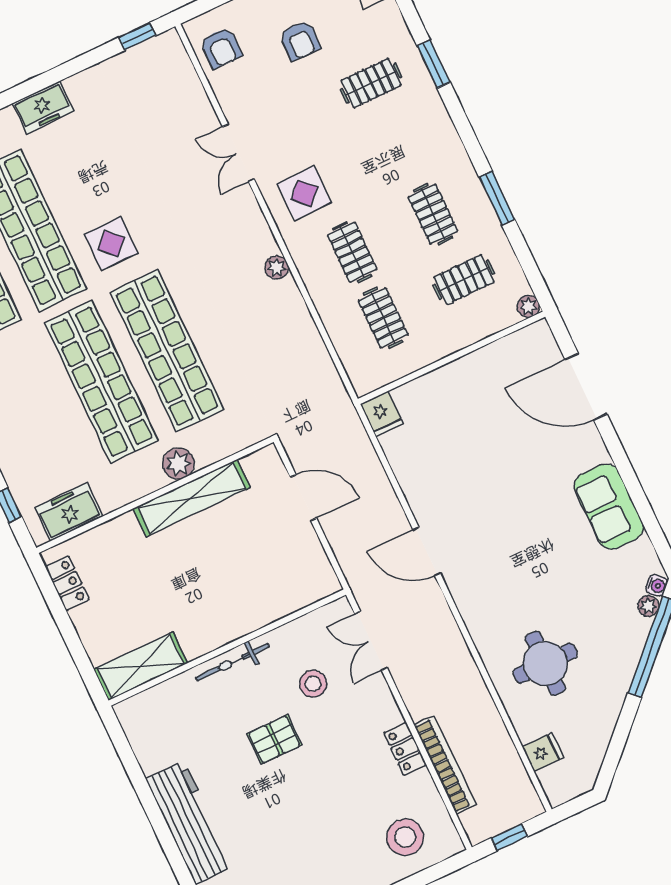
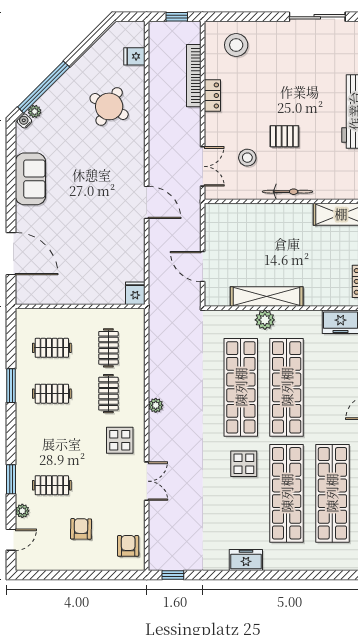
clothes rail: (433, 214) -> (52, 394), turned 90
plant: (528, 306) -> (22, 511), moved
round table: (545, 663) -> (109, 106), turned 30

